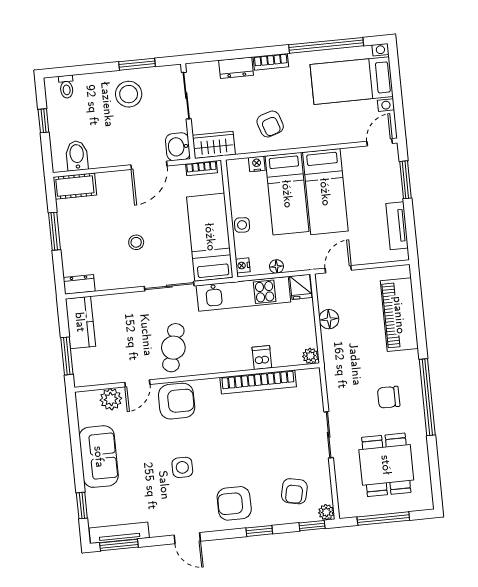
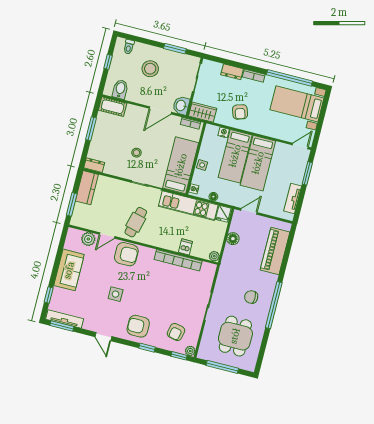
stool: (129, 94) -> (150, 69), moved

